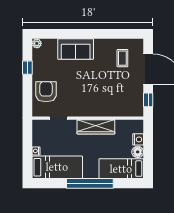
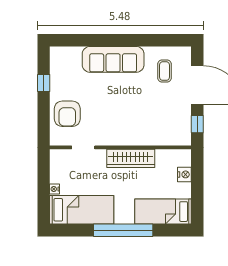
plant: (37, 43) -> (56, 52), removed
sofa: (76, 49) -> (113, 59), width x1.36
armchair: (46, 92) -> (67, 114), turned 180
floor lamp: (138, 152) -> (184, 190), removed

